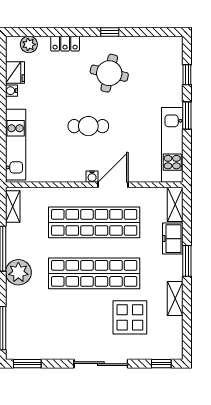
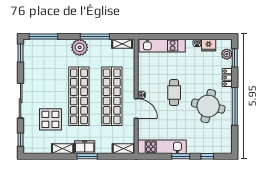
window: (35, 32) -> (235, 58), added
window: (110, 32) -> (235, 106), width x3.17
round table: (109, 73) -> (208, 106), width x1.36, depth x1.36
freezer: (173, 239) -> (85, 147), moved

